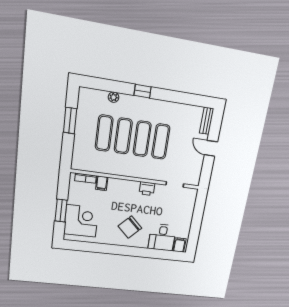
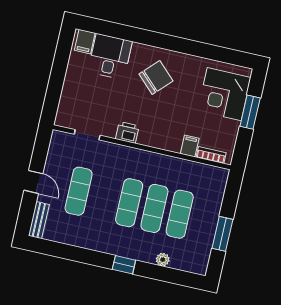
exercise mat: (161, 142) -> (79, 191), moved

